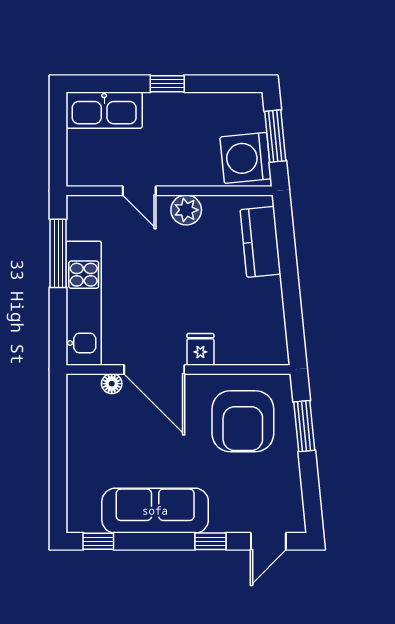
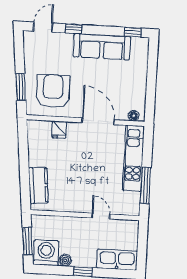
boiler: (202, 103) -> (65, 260), added
washing machine: (246, 158) -> (46, 253), moved, turned -84
plant: (186, 210) -> (77, 205), removed
fridge: (200, 349) -> (59, 130), moved
floor lamp: (112, 384) -> (134, 116), moved

